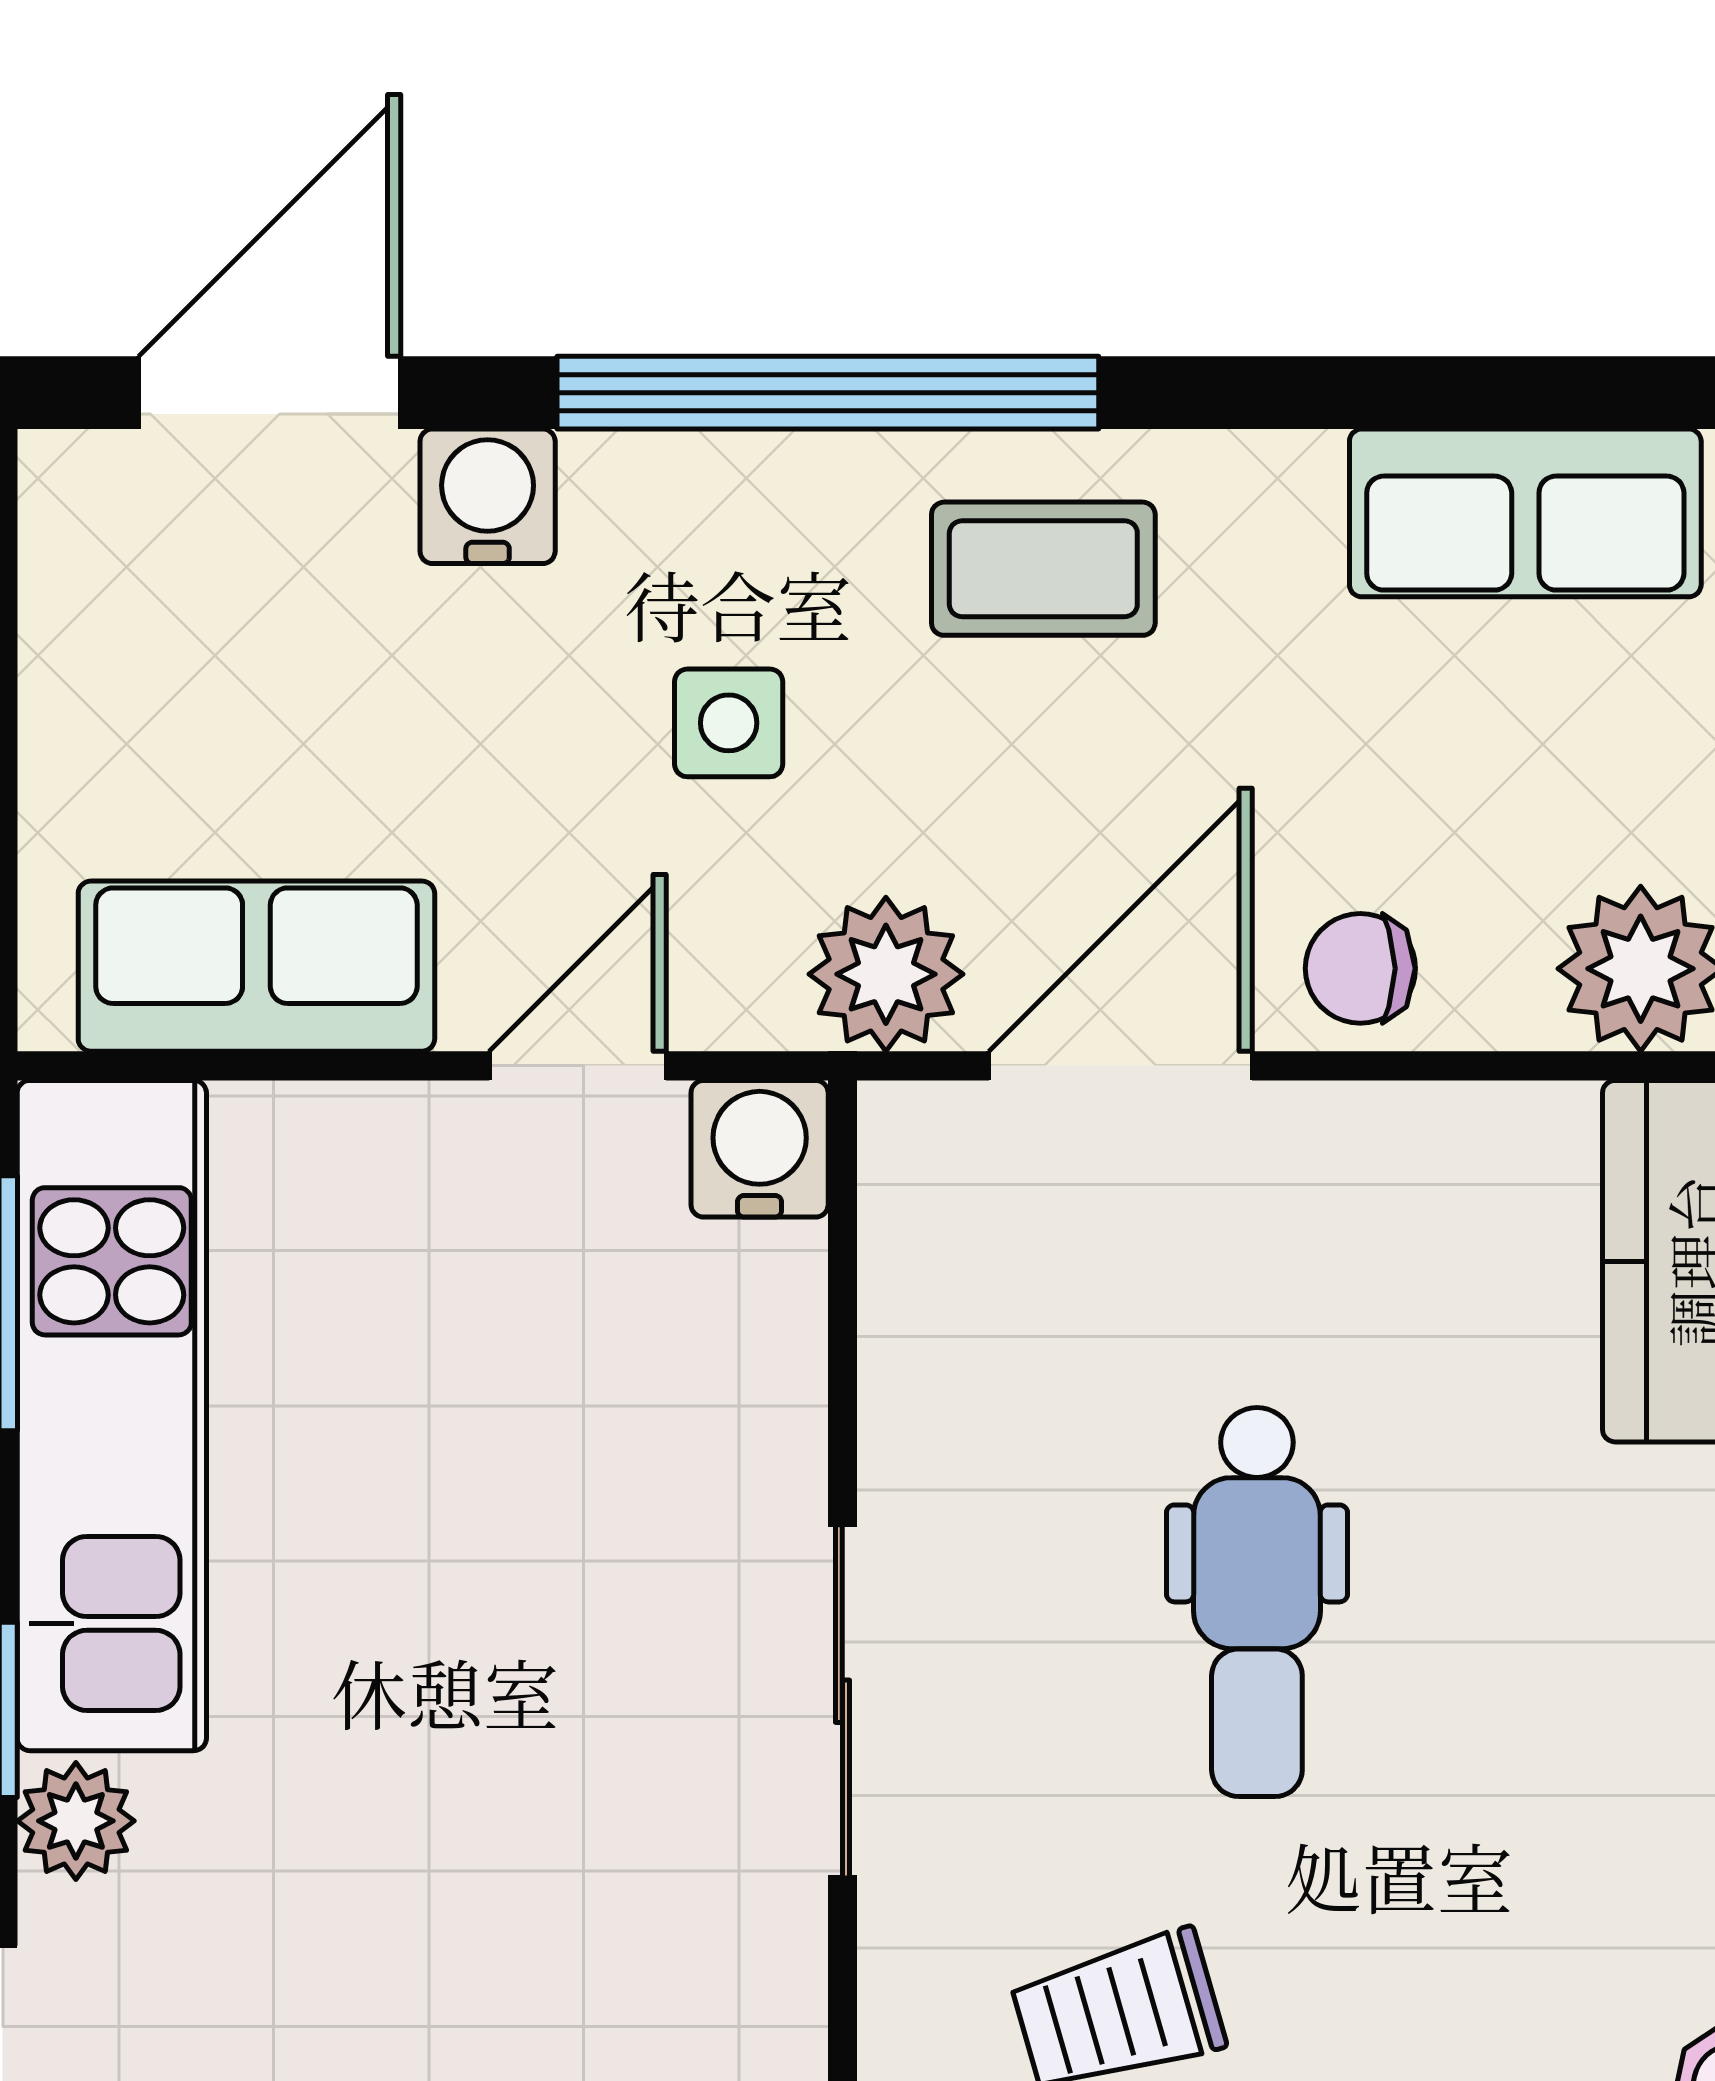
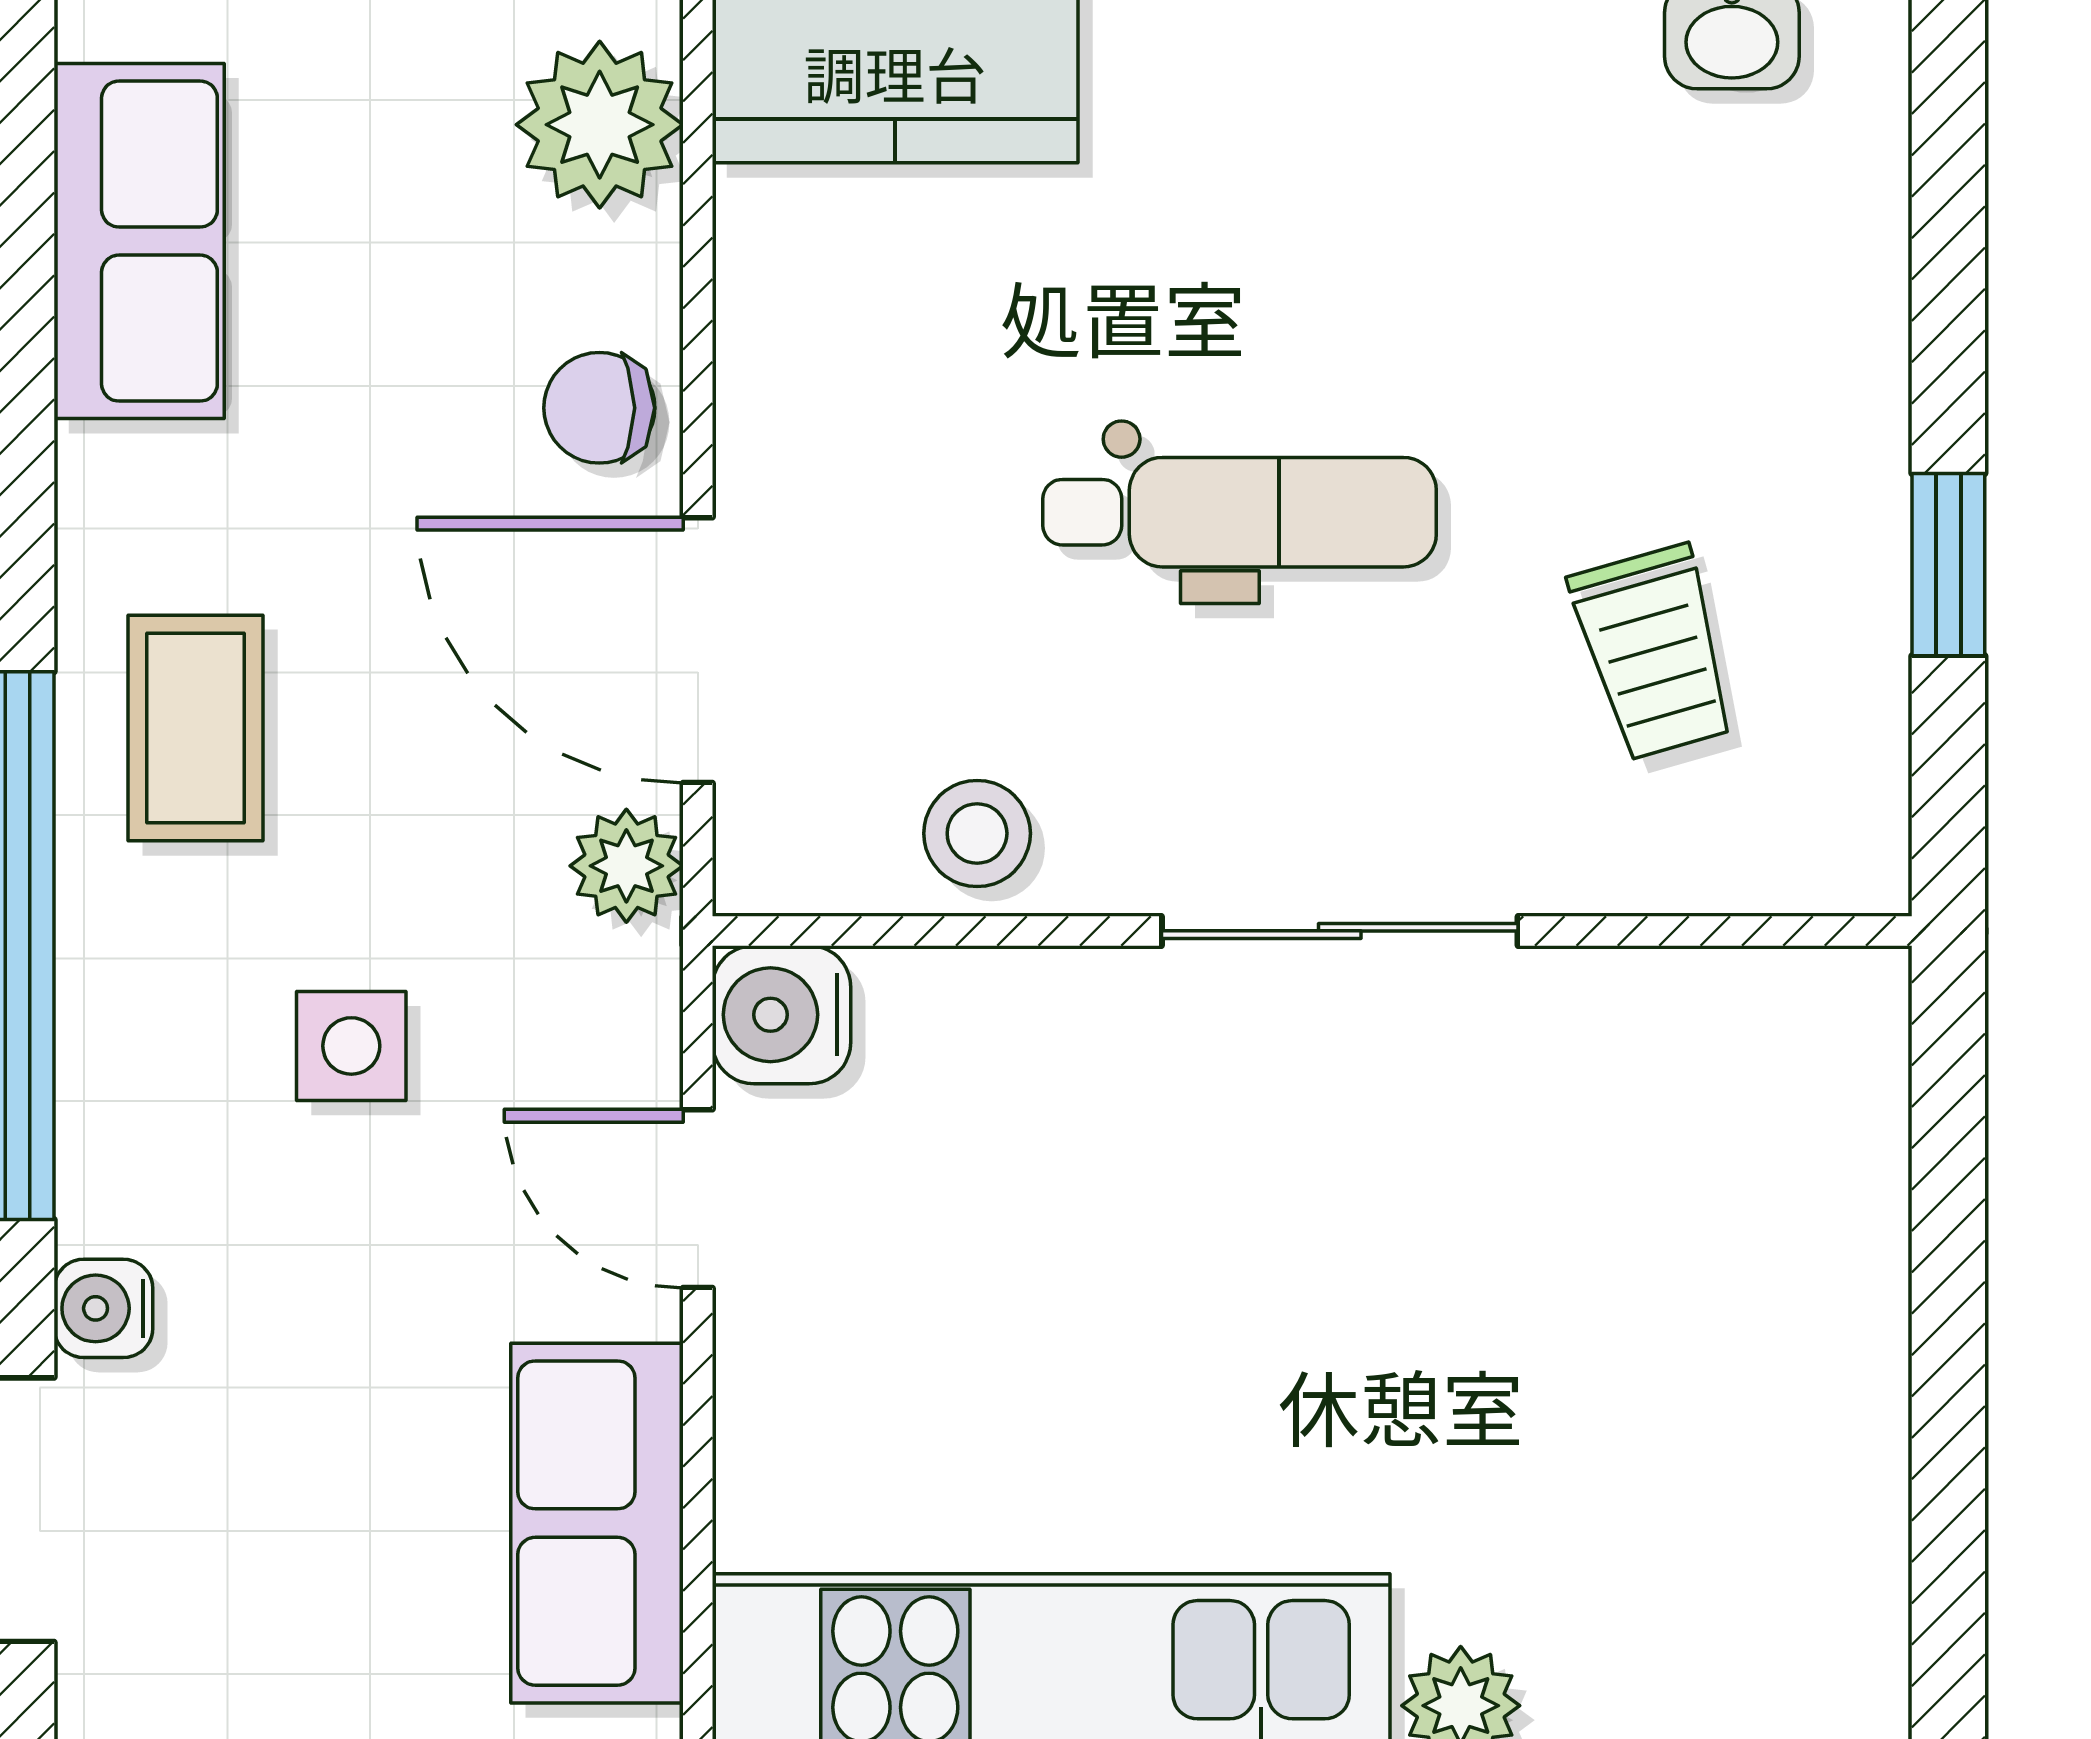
water cooler: (488, 496) -> (103, 1308), width x0.72, depth x0.72
chair: (1360, 968) -> (599, 408), turned 90
plant: (886, 974) -> (626, 866), width x0.73, depth x0.73
stool: (939, 1342) -> (977, 833), added

